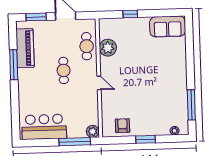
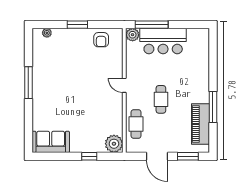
plant: (108, 48) -> (114, 144), moved
window: (191, 105) -> (28, 83), moved
bar counter: (44, 127) -> (163, 41), moved

